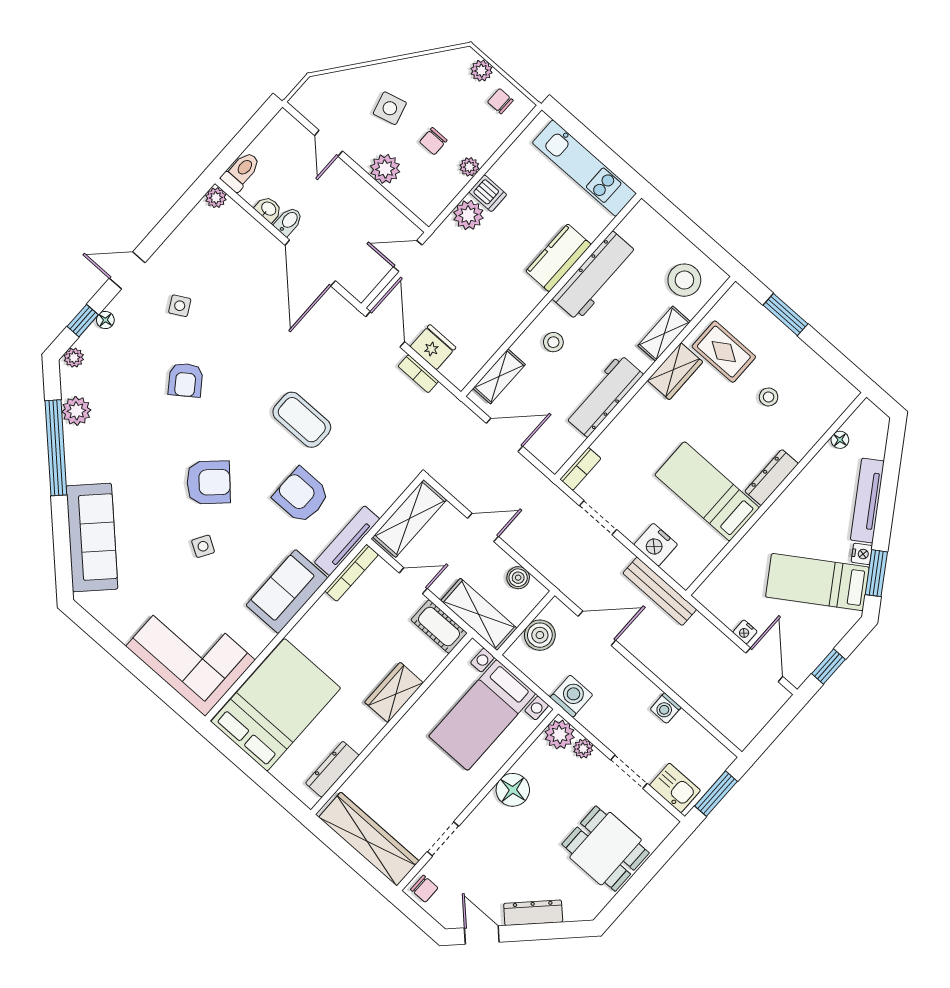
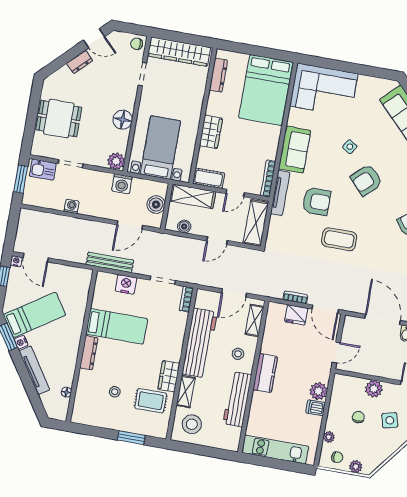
plant: (469, 167) -> (329, 437), moved
kitchen counter: (559, 258) -> (265, 373), moved
workbench: (604, 396) -> (200, 343), width x1.36, depth x1.32
nightstand: (745, 632) -> (16, 261), moved
plant: (583, 749) -> (100, 161), removed
dresser: (533, 913) -> (80, 62), width x0.70

